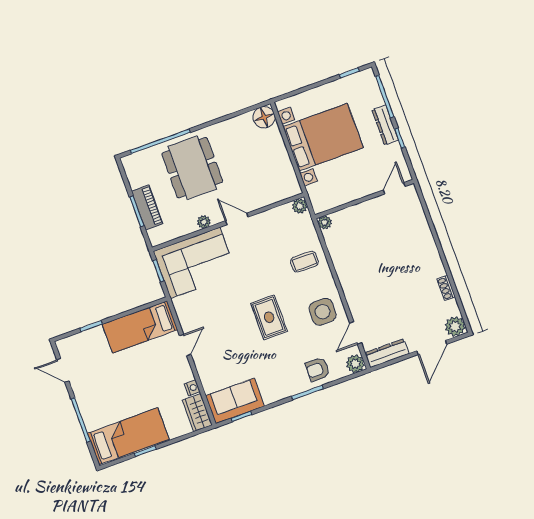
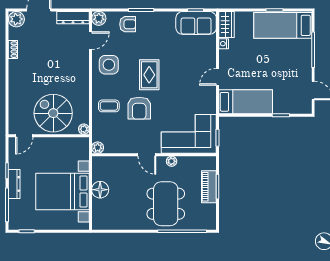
floor lamp: (264, 117) -> (100, 190), moved
spiral stairs: (369, 228) -> (53, 113), added
armchair: (267, 272) -> (139, 108), added

